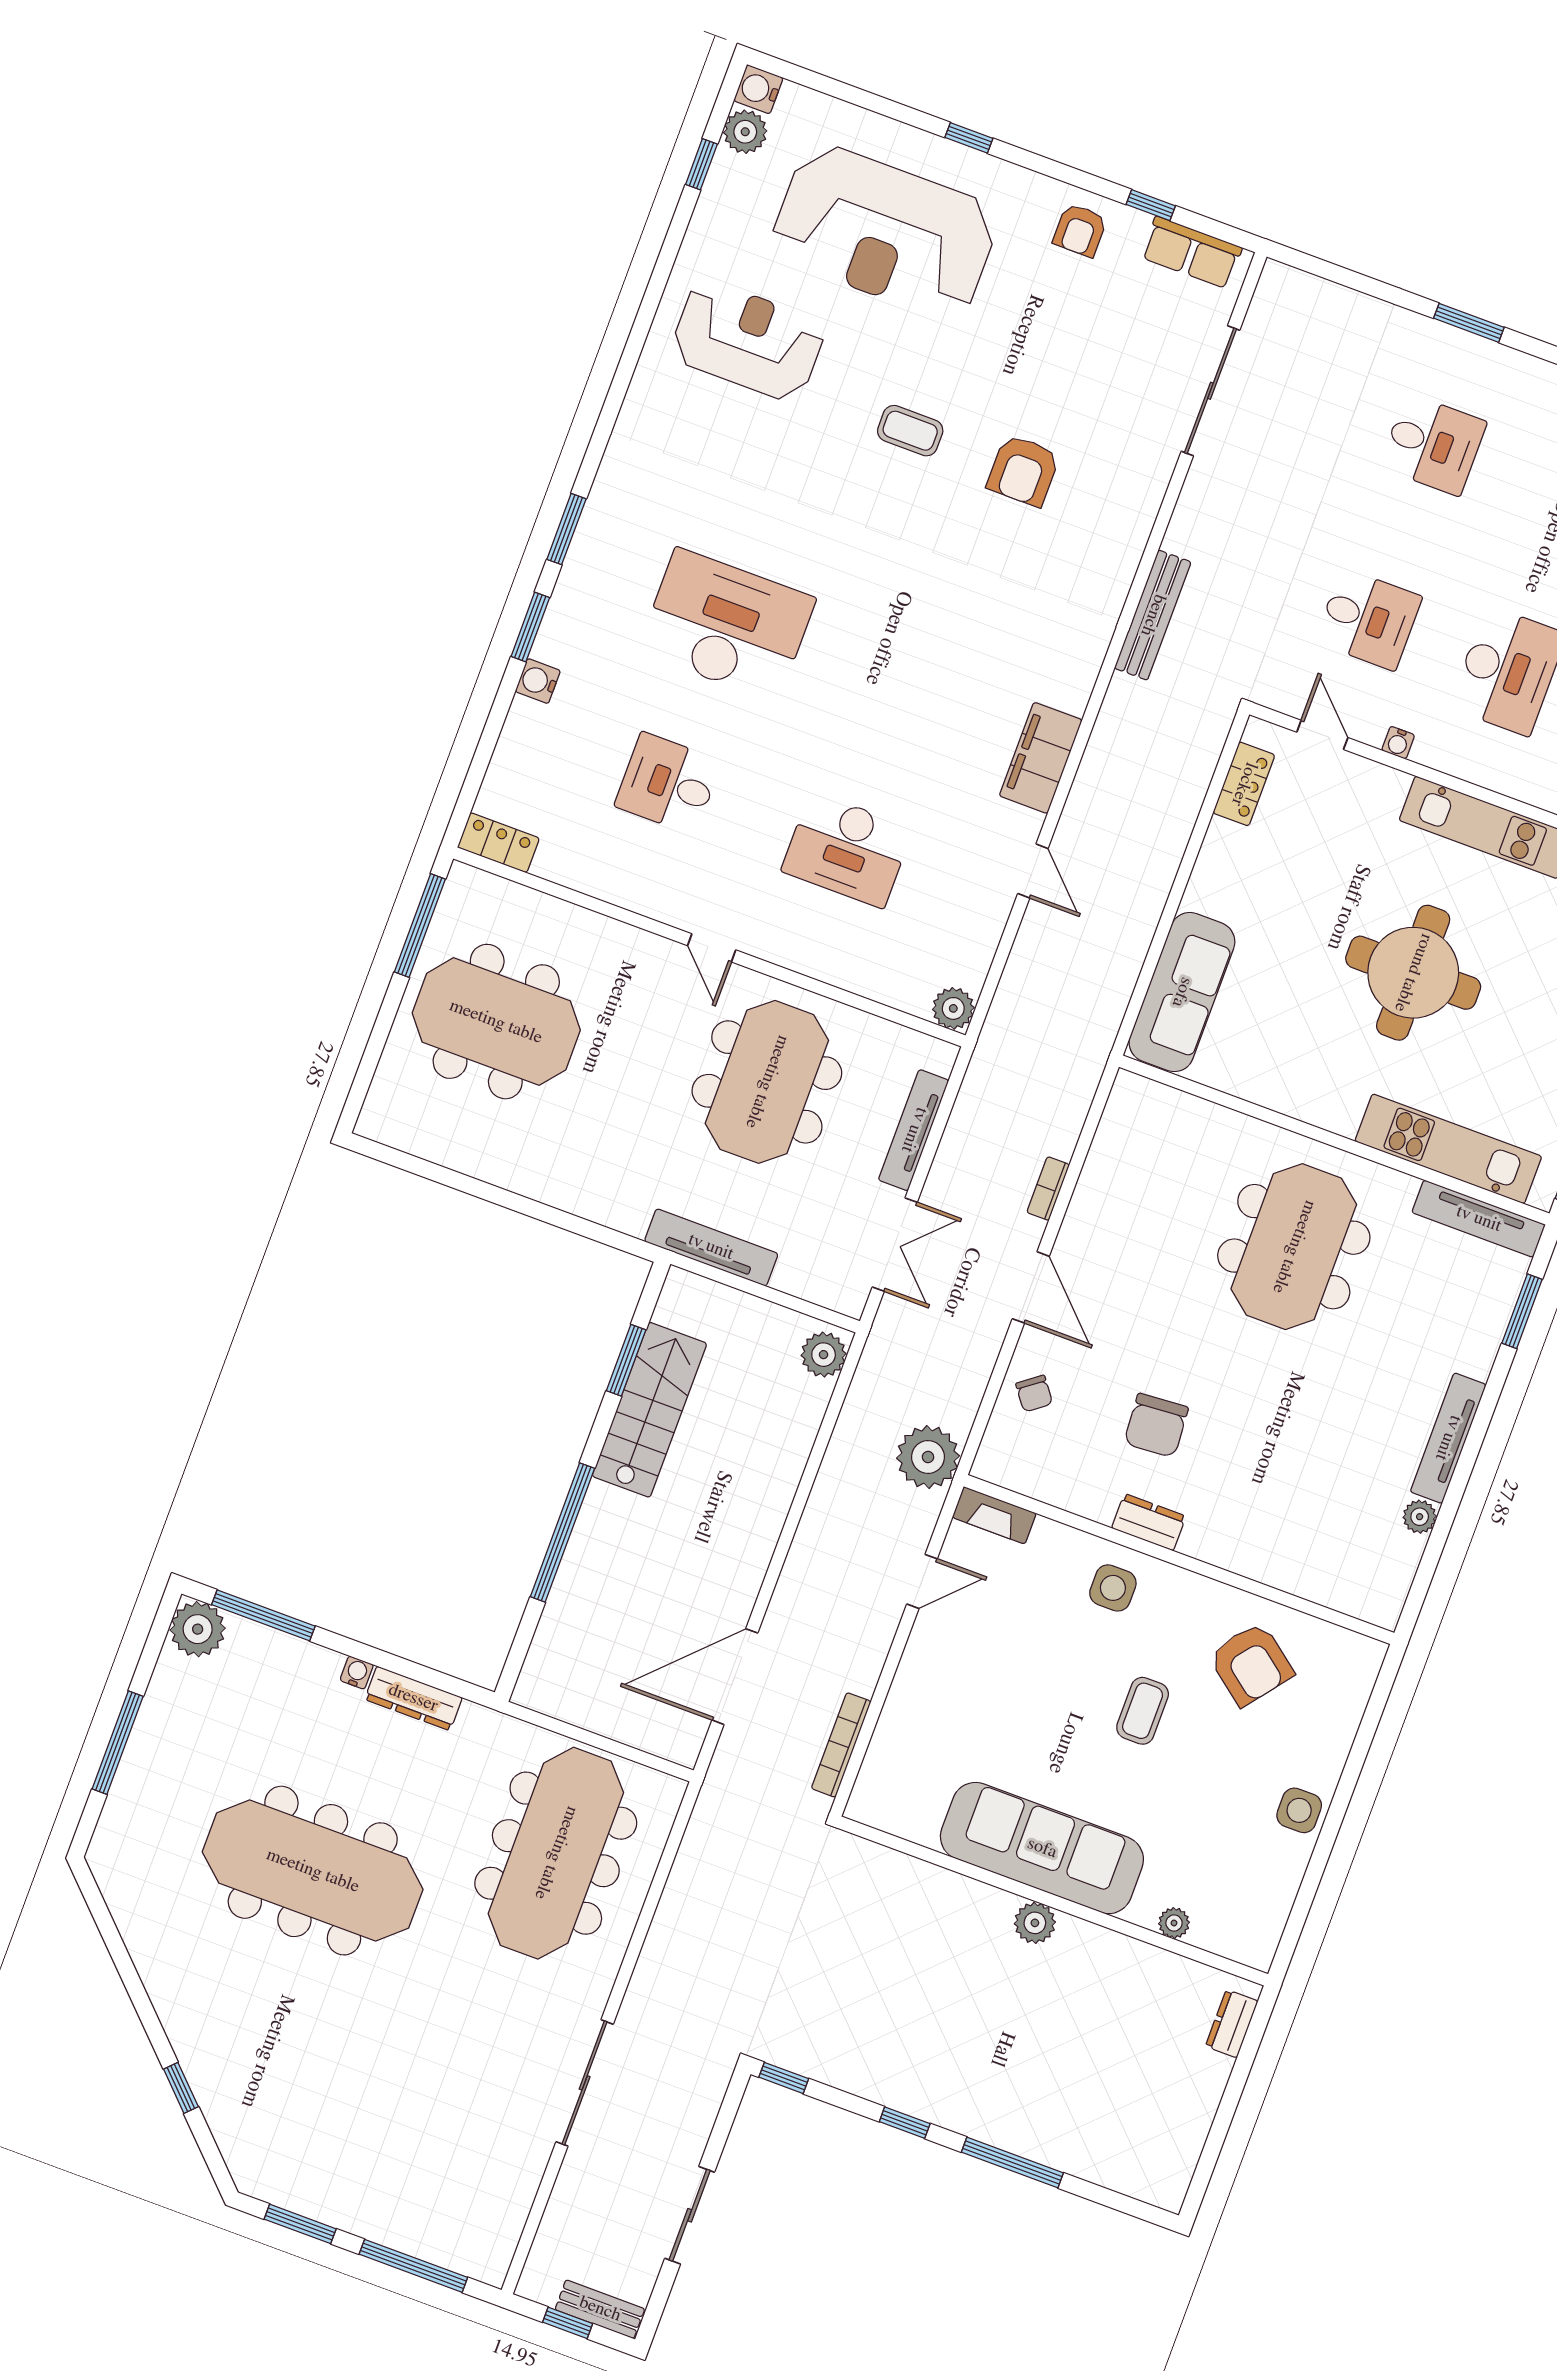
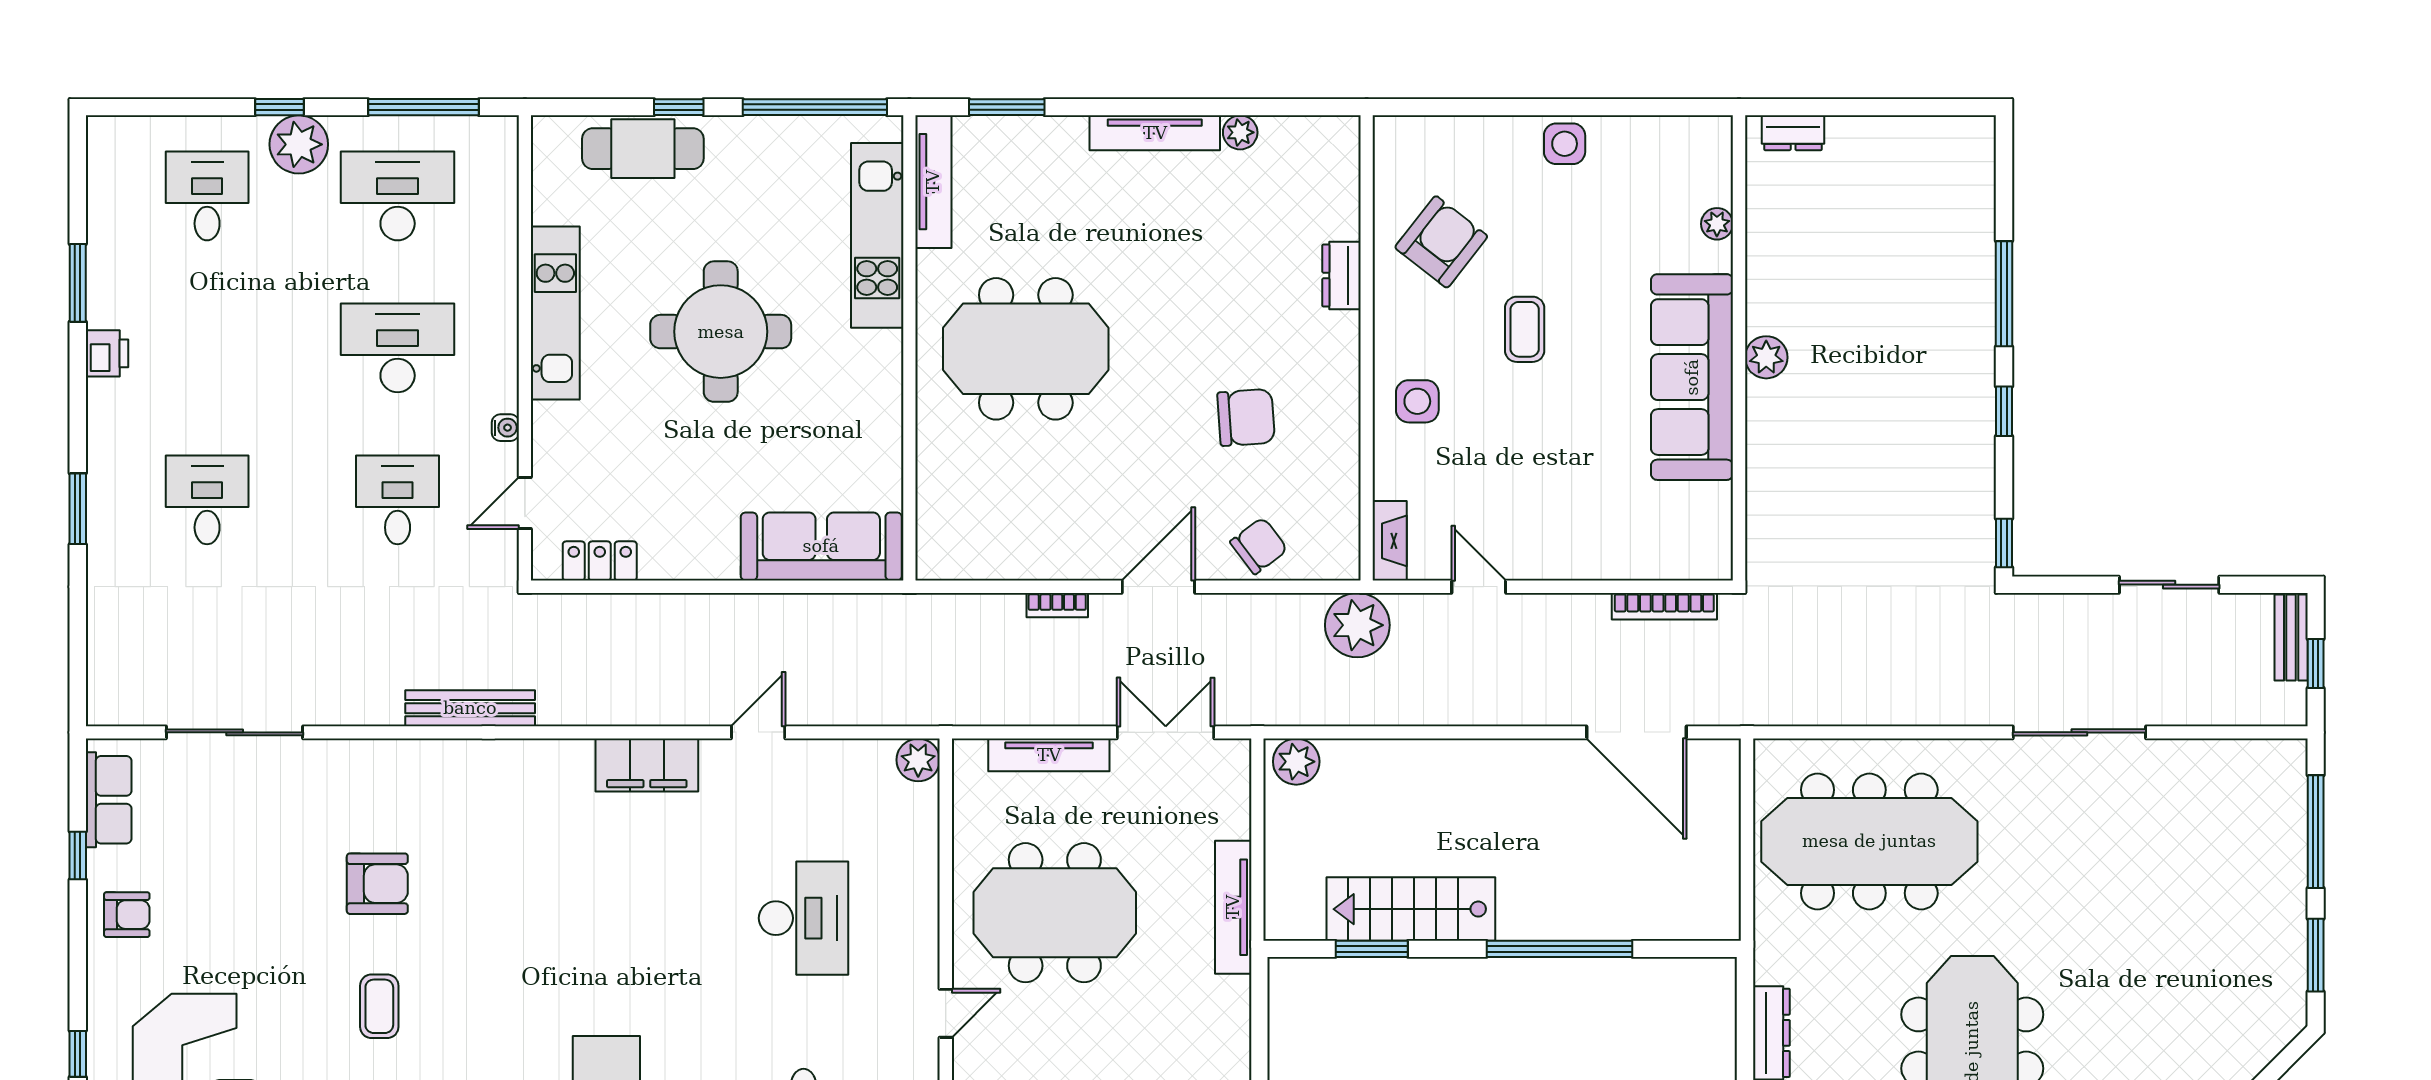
chair: (1034, 1394) -> (1259, 546), width x1.37, depth x1.37
dresser: (1149, 1522) -> (1342, 275), moved
coffee table: (1143, 1711) -> (1525, 329), turned 90

